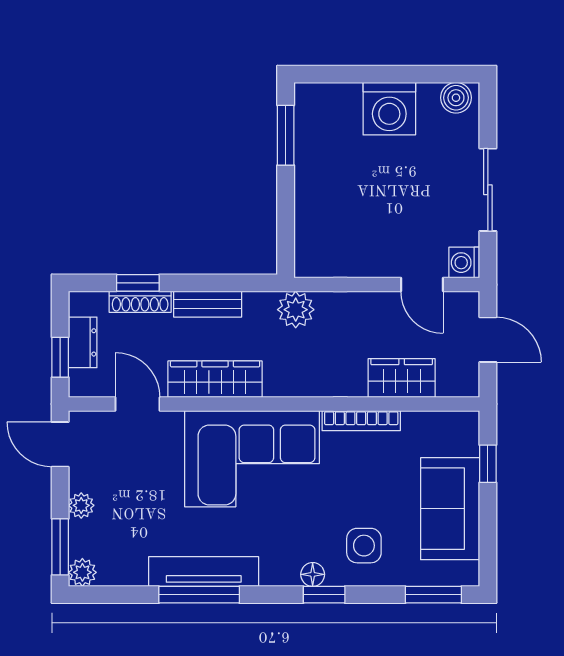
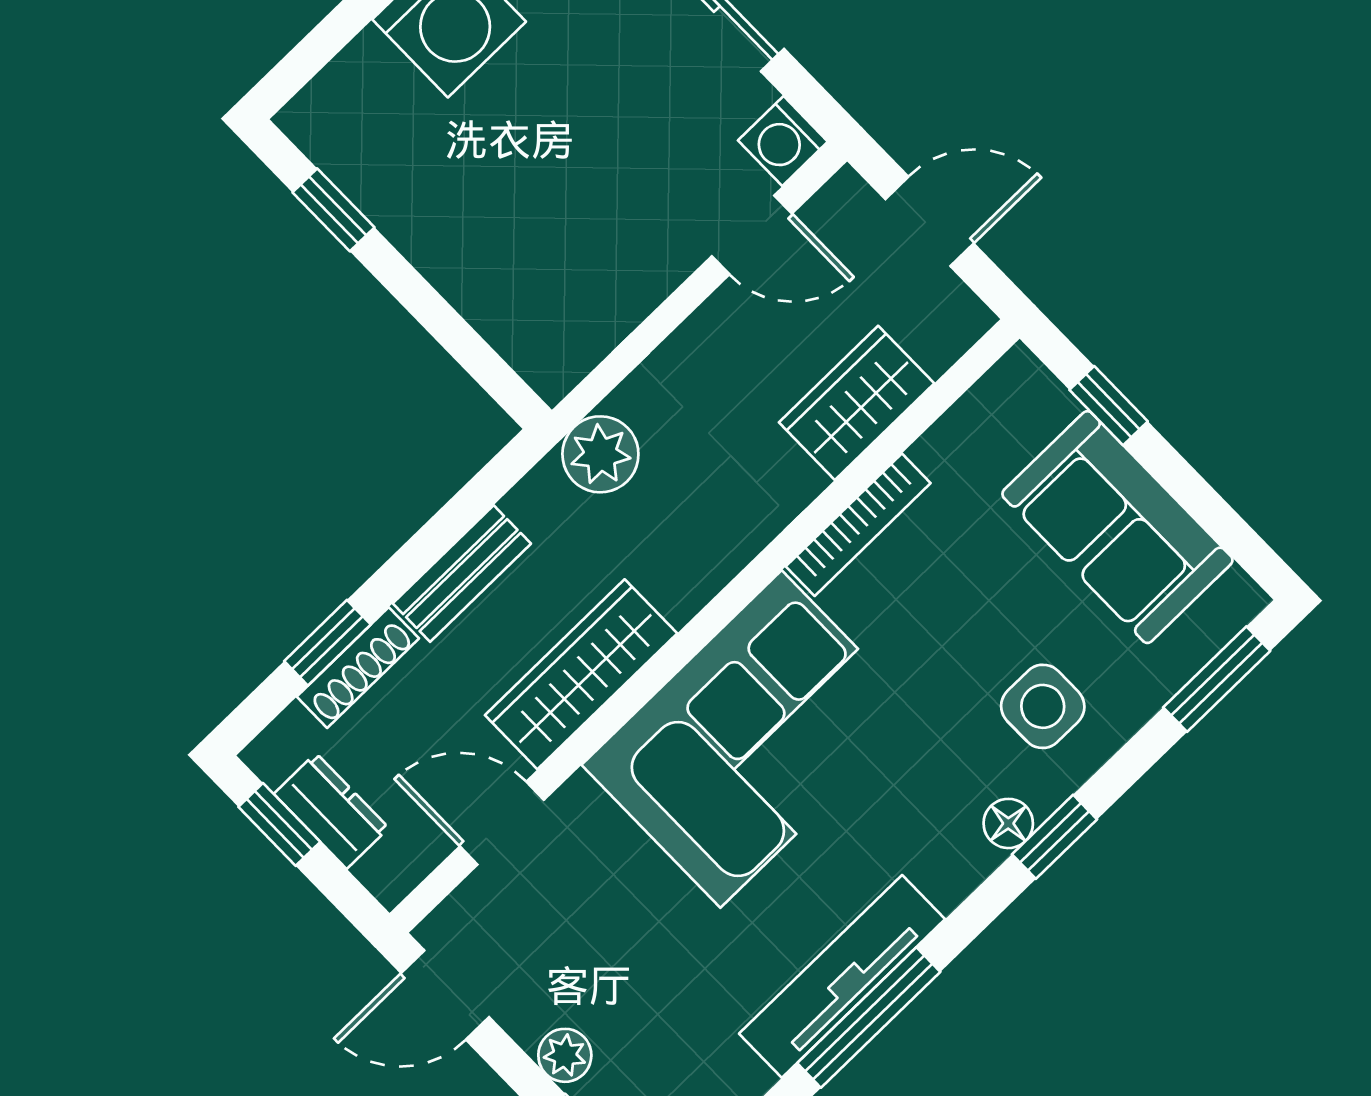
window: (286, 135) -> (334, 210), width x0.67
window: (60, 357) -> (279, 824), moved

